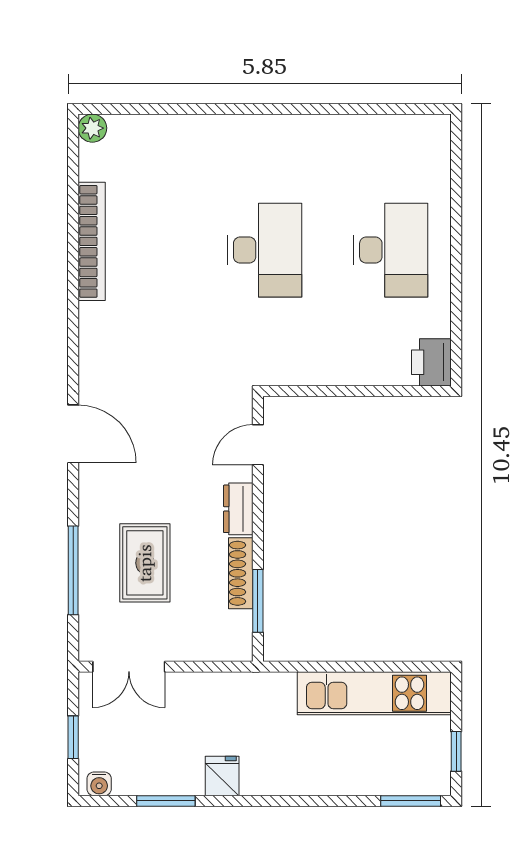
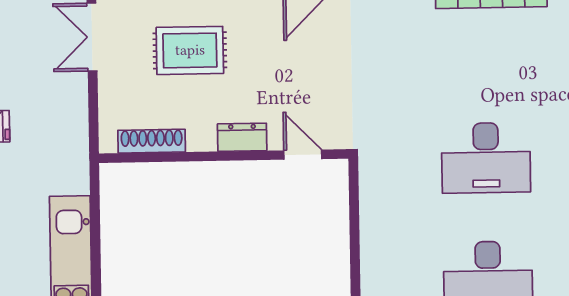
shoe rack: (241, 573) -> (152, 141), moved
window: (258, 601) -> (156, 157), removed

